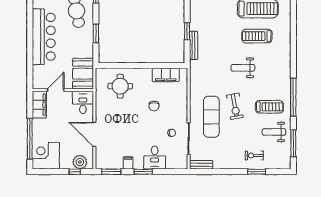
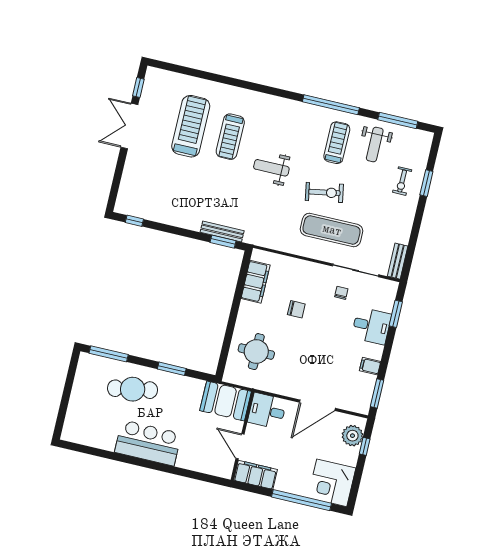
window: (187, 31) -> (223, 242), moved
bar counter: (44, 37) -> (148, 443), width x0.73
weight bench: (243, 68) -> (271, 168), turned 90
window: (143, 172) -> (396, 314), moved

